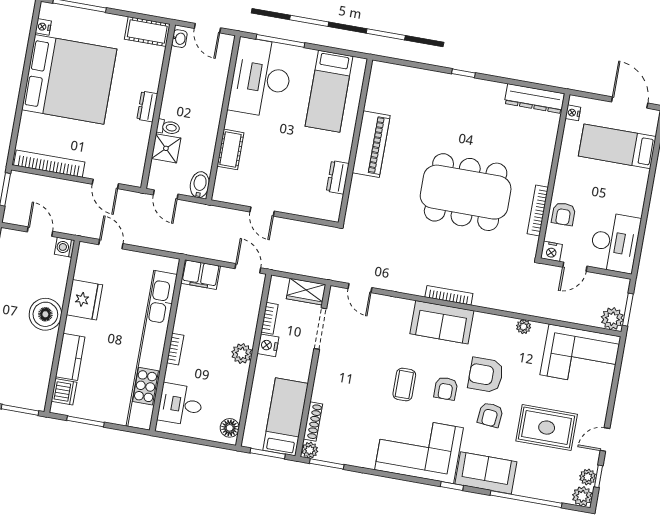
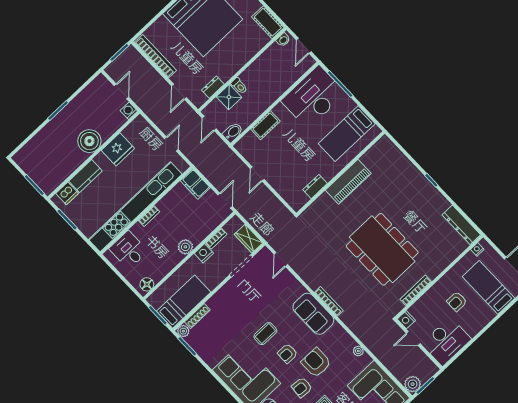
dresser: (147, 107) -> (213, 87), moved
armchair: (563, 214) -> (457, 302), moved
door: (111, 244) -> (171, 144), moved

